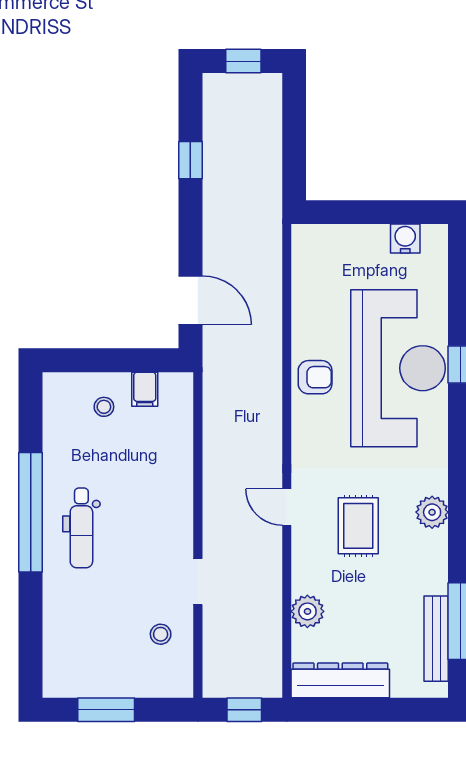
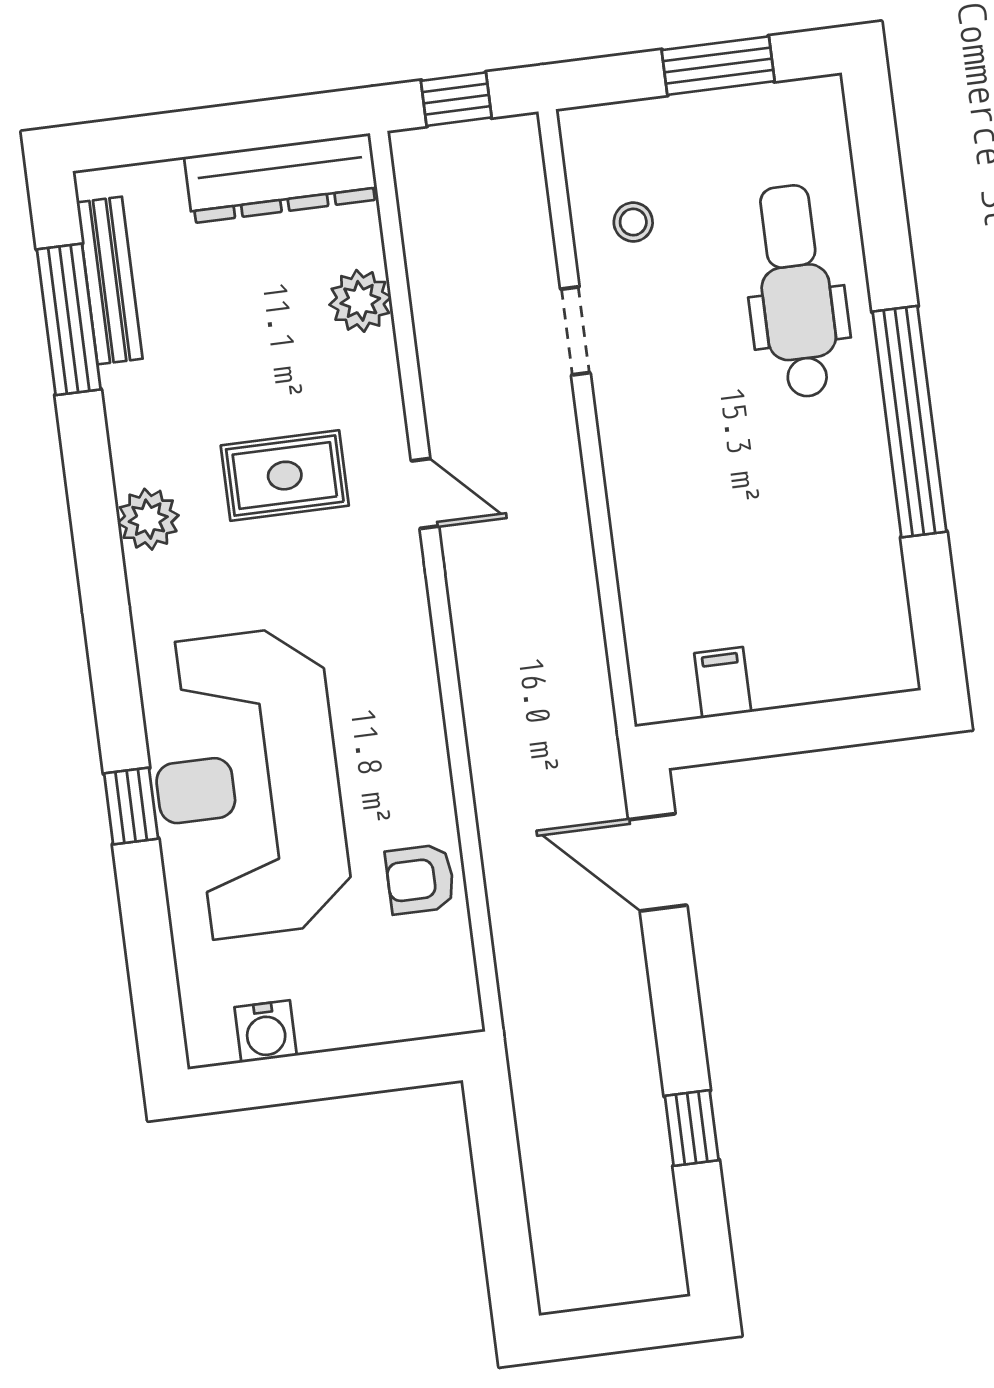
window: (243, 61) -> (615, 1329), removed
armchair: (315, 377) -> (420, 879), moved
stool: (104, 407) -> (796, 639), removed
rug: (358, 526) -> (285, 476), turned 90
dental chair: (81, 528) -> (796, 291), moved, width x1.36, depth x1.38

